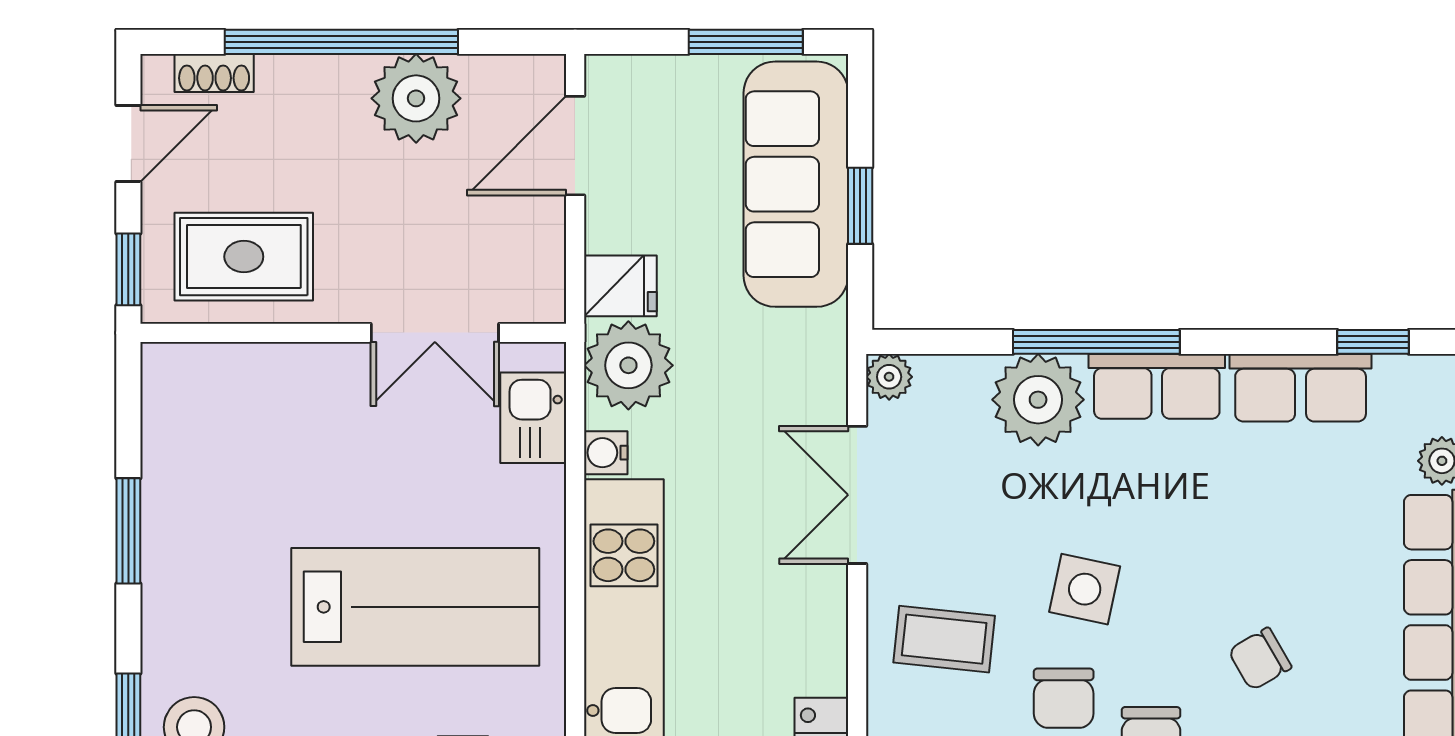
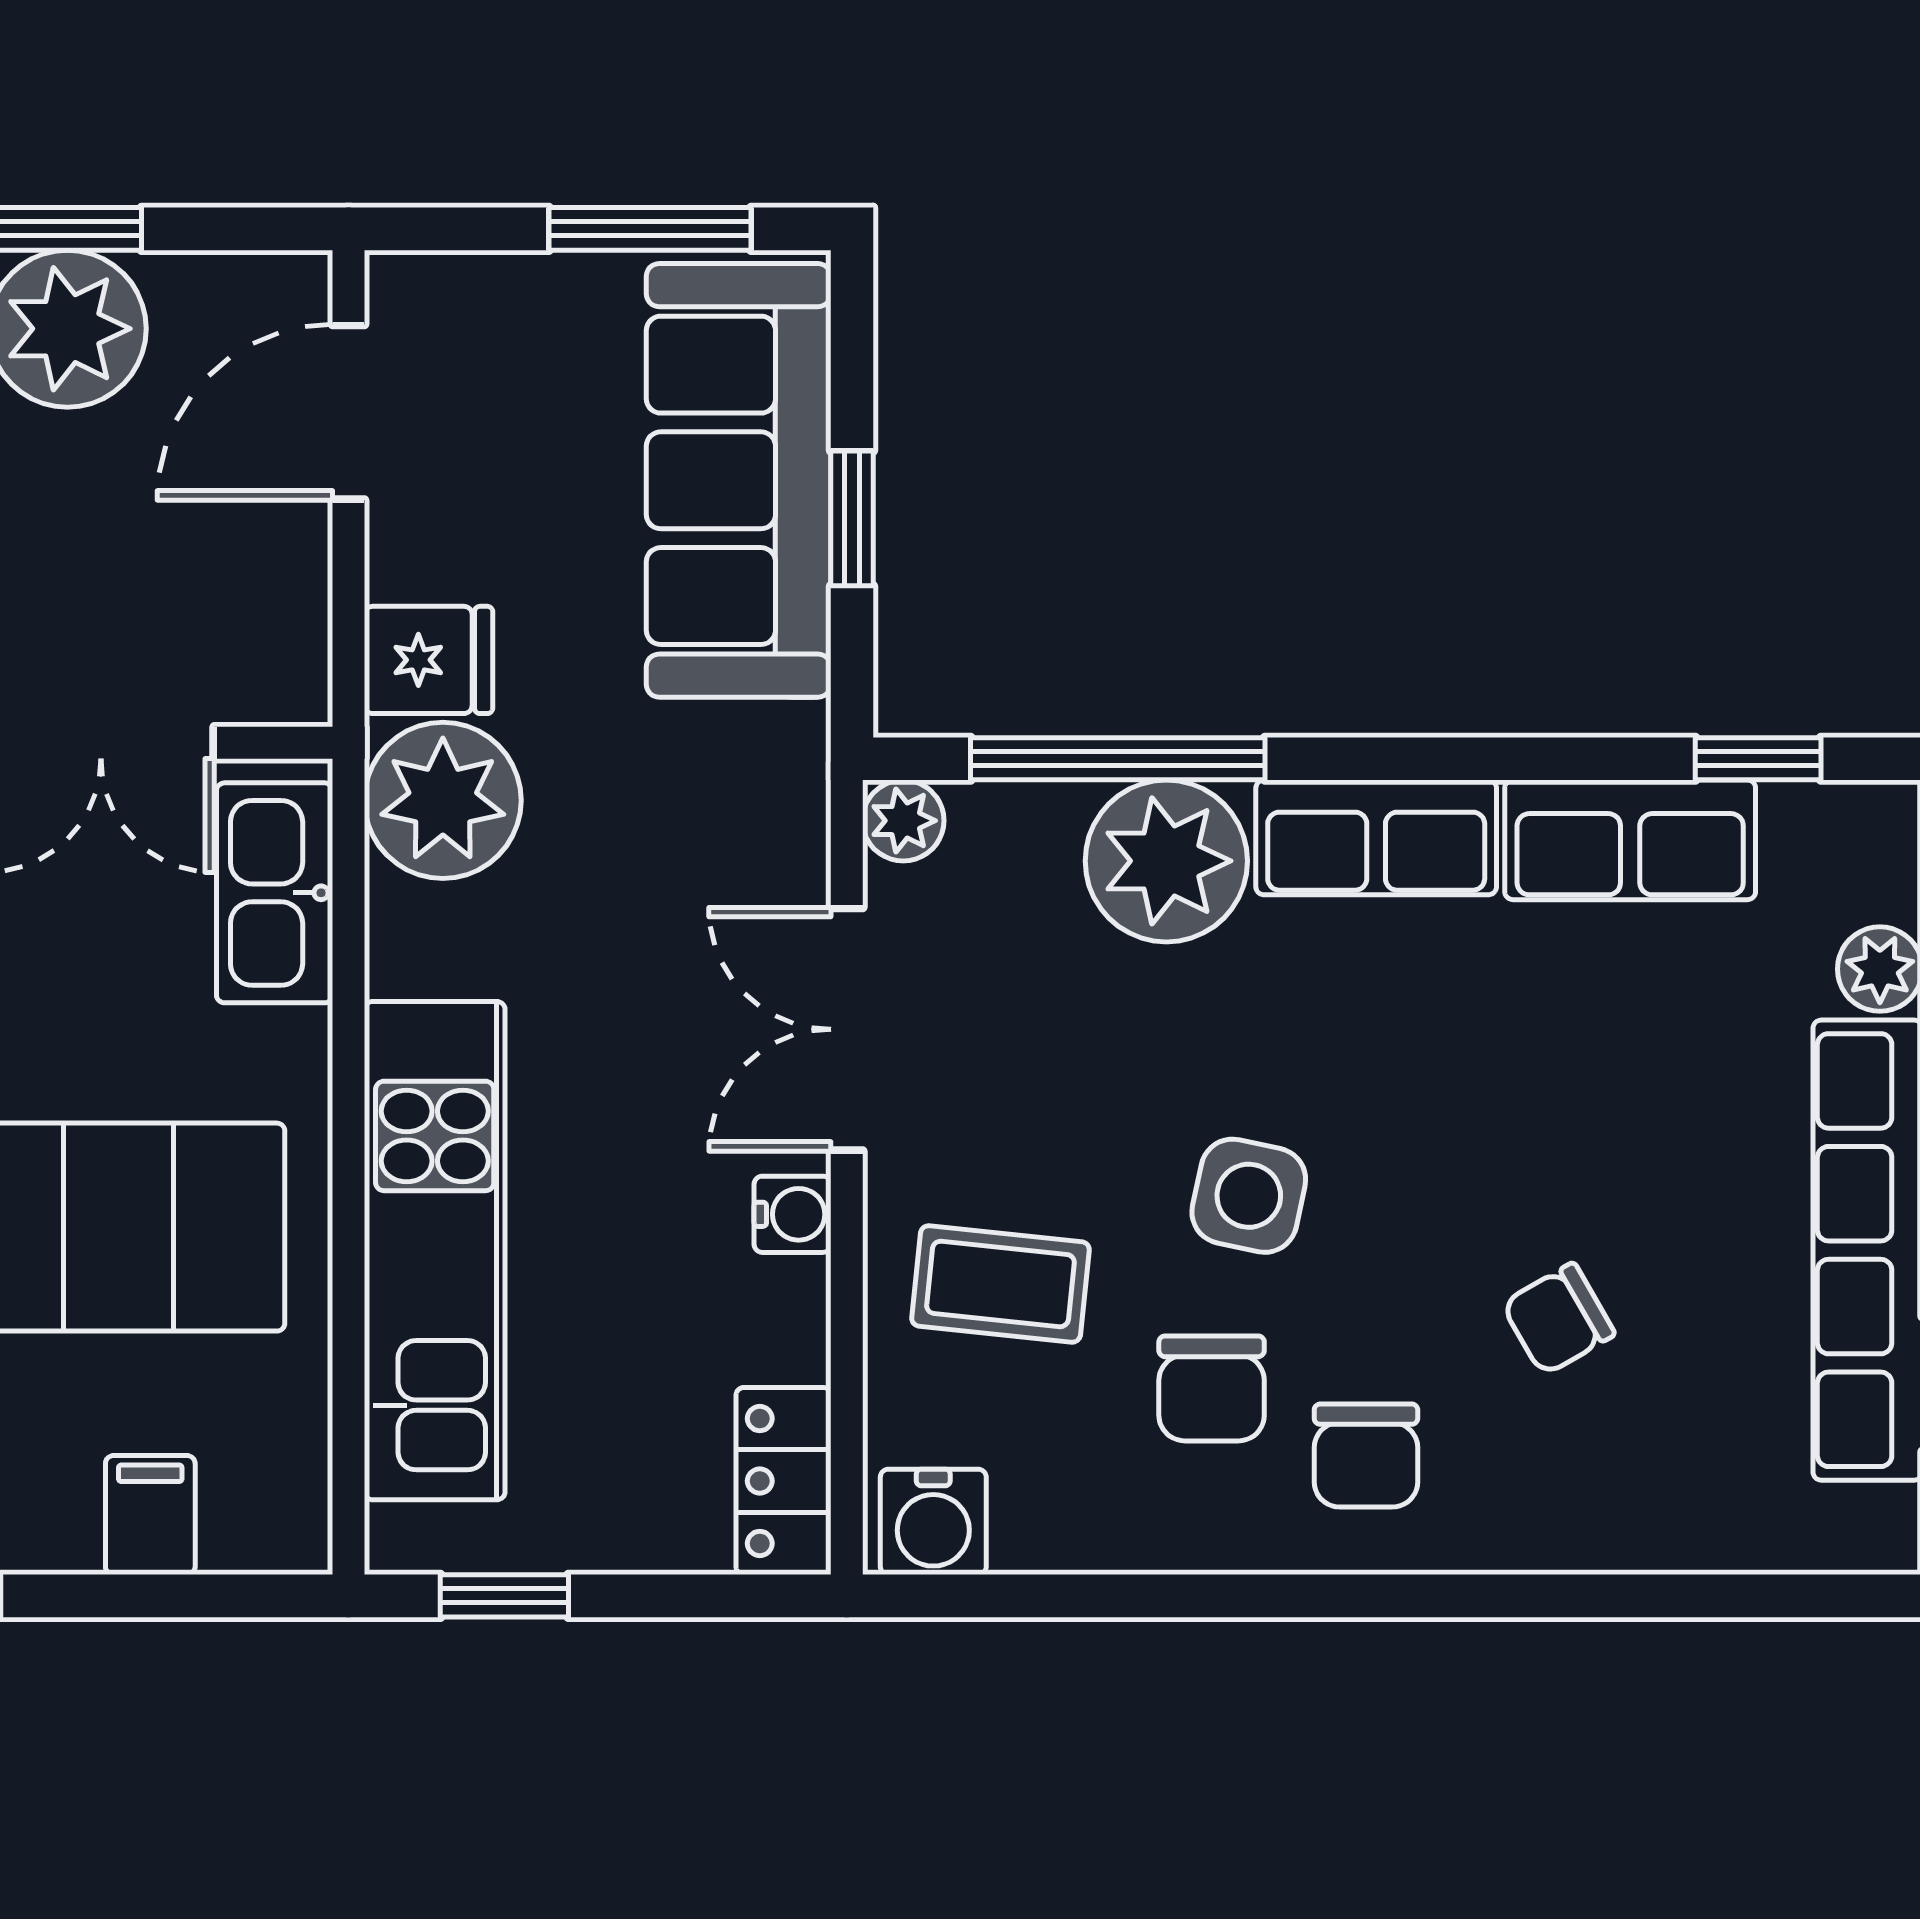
window: (1096, 342) -> (1118, 759), moved
kitchen sink: (533, 418) -> (275, 893), width x1.38
water cooler: (606, 453) -> (793, 1214), moved, turned 180

